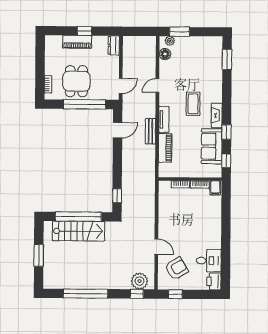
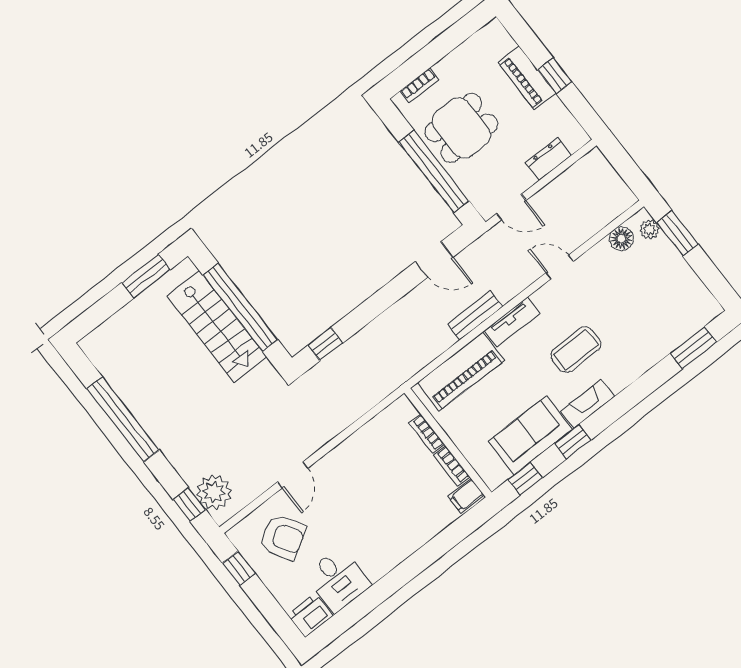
dresser: (114, 45) -> (548, 159), moved
piano: (165, 148) -> (461, 371), width x1.37, depth x1.33
window: (39, 255) -> (146, 276), moved

